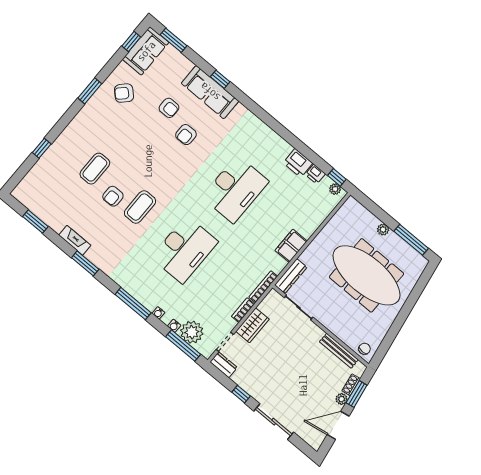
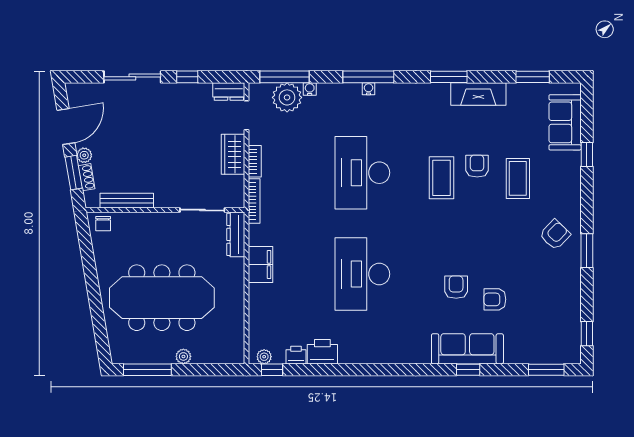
sofa: (146, 51) -> (565, 122), moved
armchair: (124, 93) -> (555, 235), moved
fireplace: (75, 240) -> (478, 94), width x1.37, depth x1.32
water cooler: (158, 313) -> (369, 89), moved

